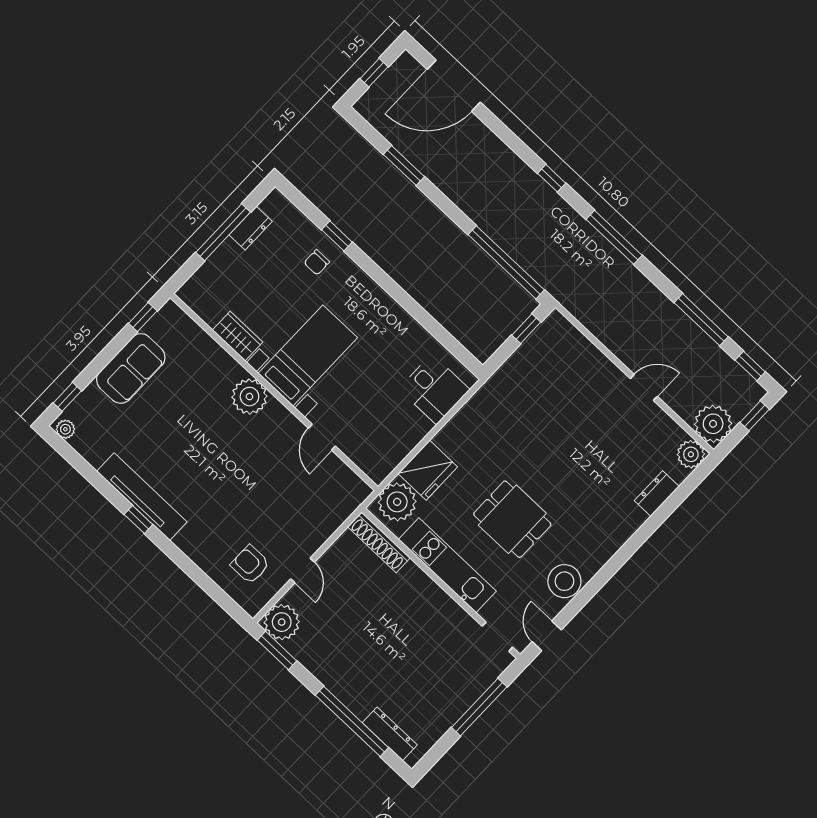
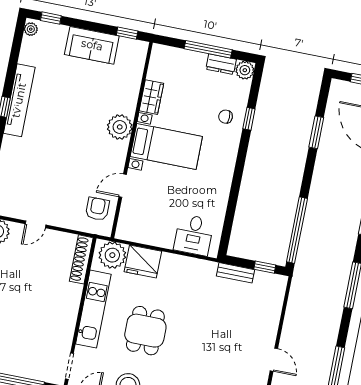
plant: (276, 204) -> (245, 70), added
bench: (511, 368) -> (236, 273), added
armchair: (250, 564) -> (97, 209), moved

